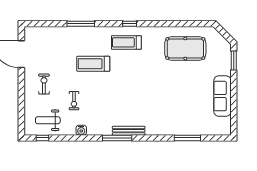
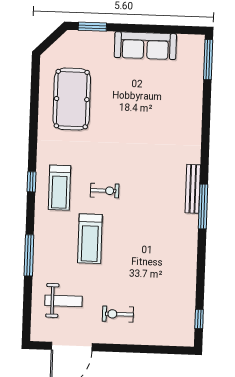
exercise bike: (74, 101) -> (105, 191), moved
weight bench: (48, 120) -> (63, 301), moved, turned -90
water cooler: (81, 130) -> (189, 260), removed
window: (187, 138) -> (208, 60), moved

